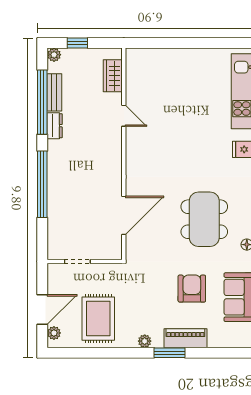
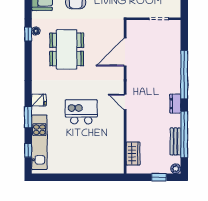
door: (124, 116) -> (125, 102), moved
dresser: (55, 126) -> (175, 104), moved
kitchen island: (184, 133) -> (81, 112), added

